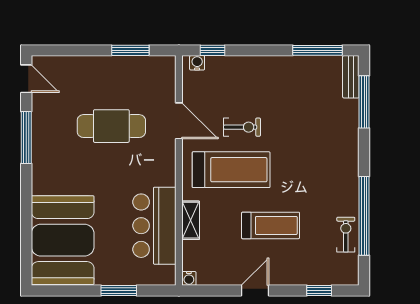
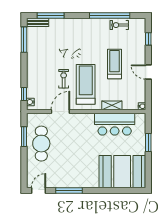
cafe table: (111, 126) -> (41, 144), moved

